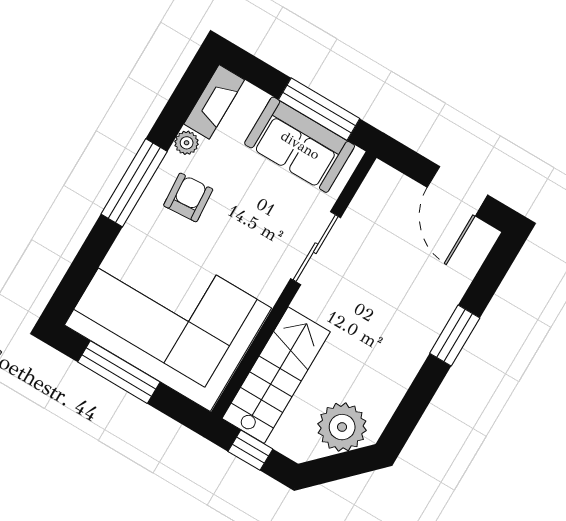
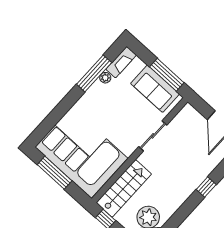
window: (134, 183) -> (94, 73), moved
armchair: (188, 197) -> (101, 102), removed
window: (455, 336) -> (206, 187), width x0.67

